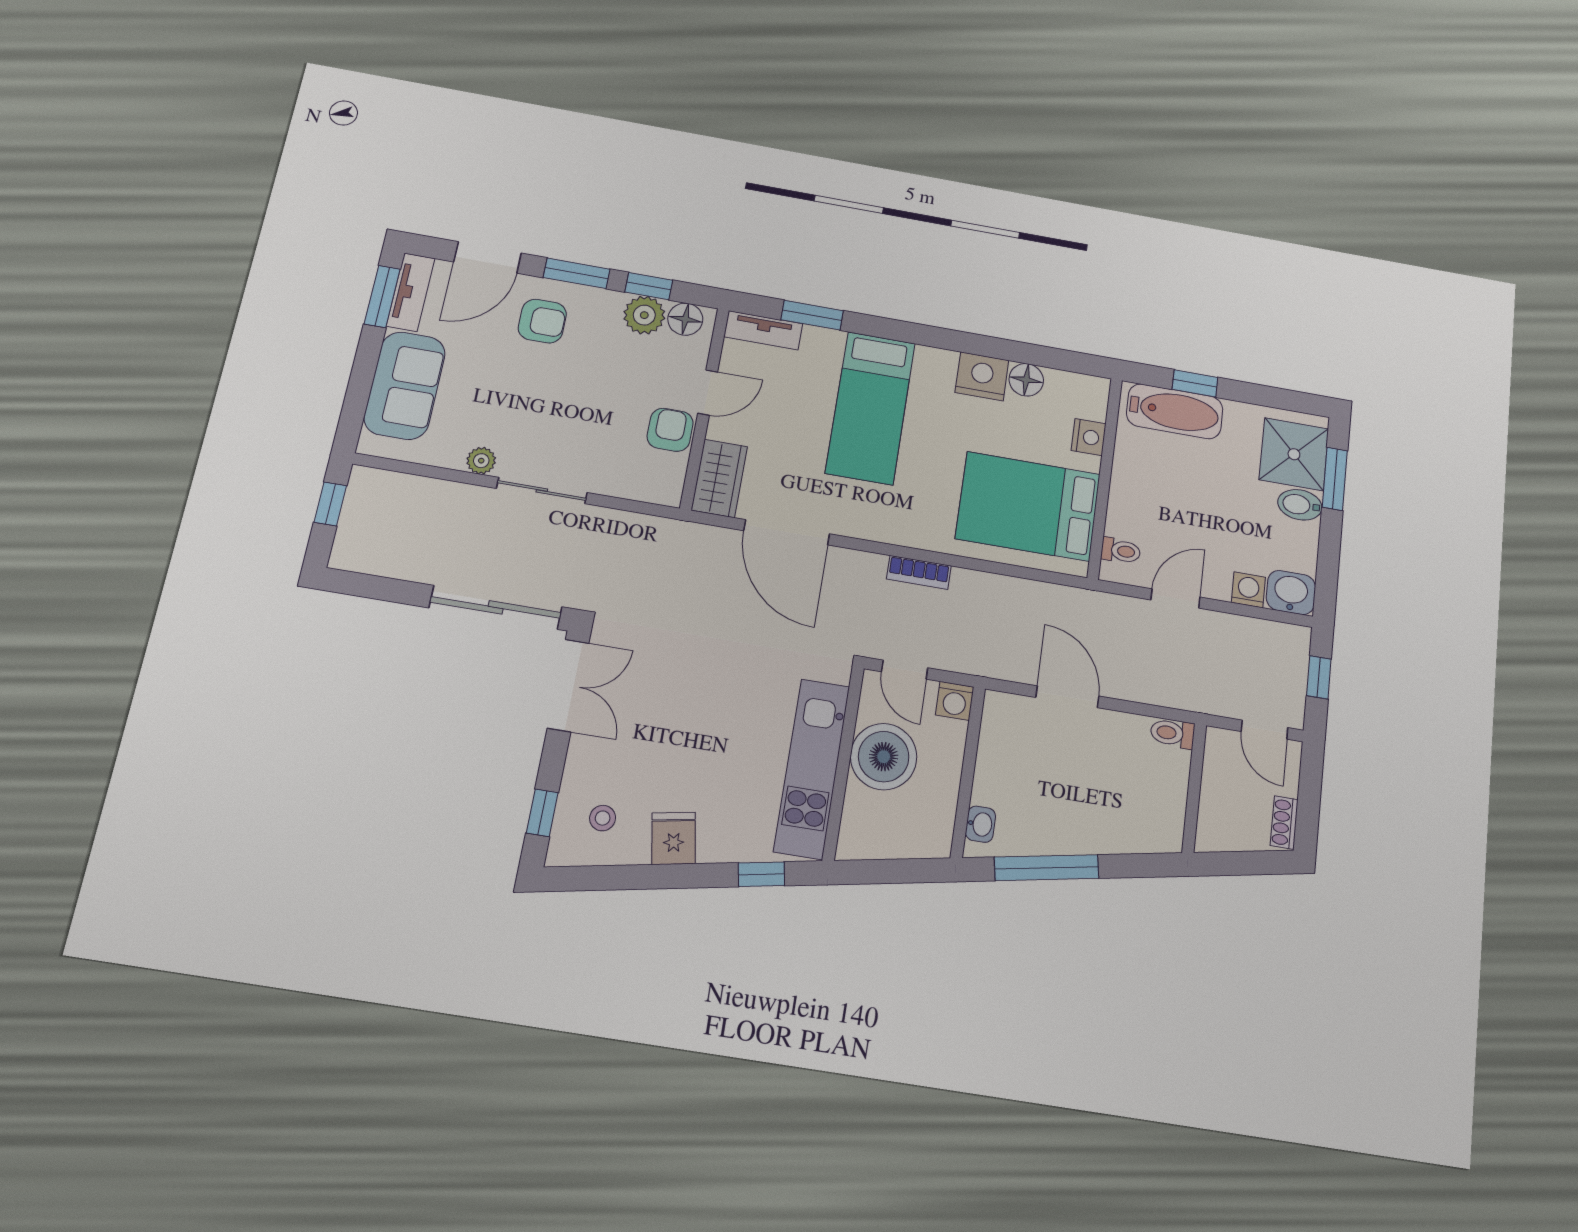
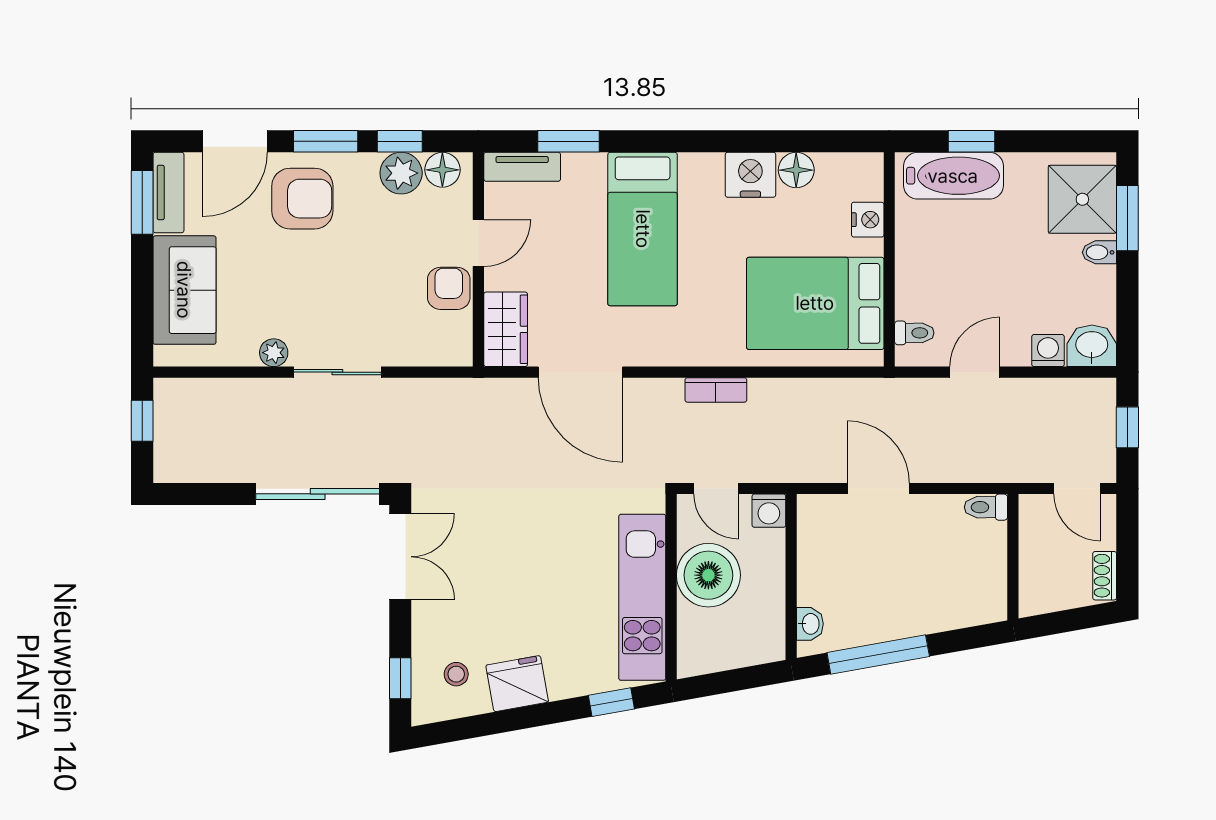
armchair: (542, 321) -> (302, 199), width x1.38, depth x1.38
bidet: (1300, 505) -> (1099, 252), width x0.72, depth x0.74
fridge: (674, 838) -> (517, 684), width x1.38

